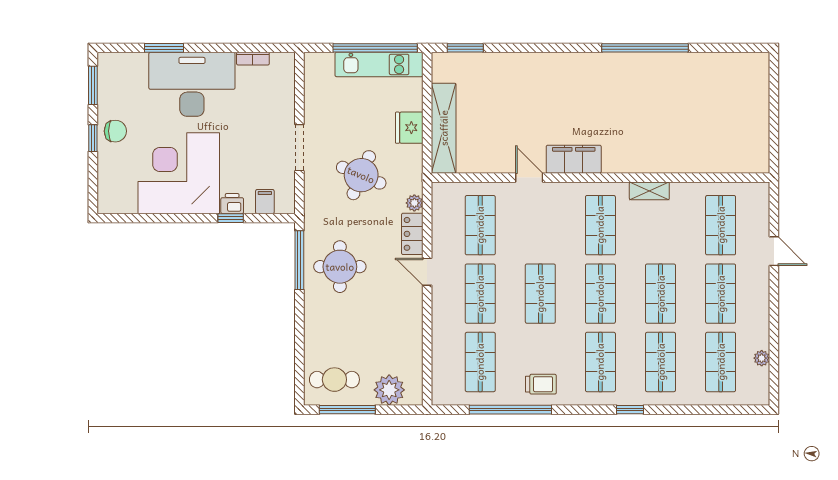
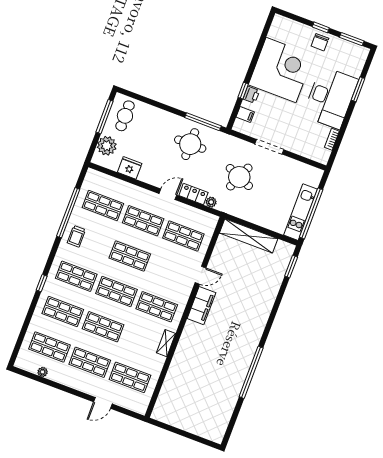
fridge: (409, 128) -> (130, 168), moved

